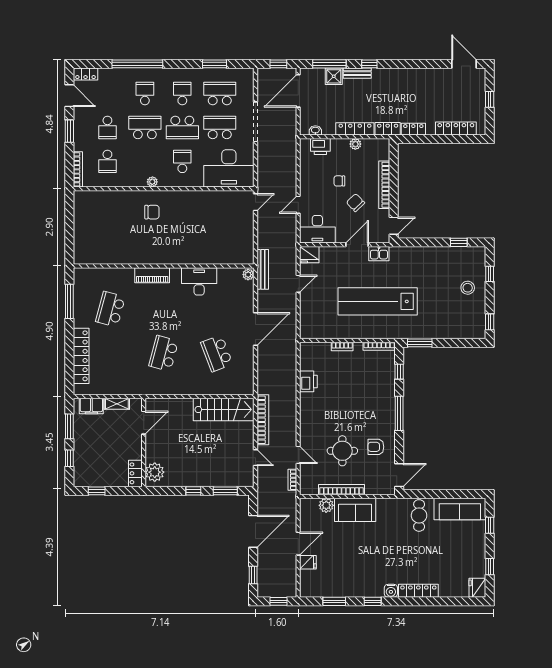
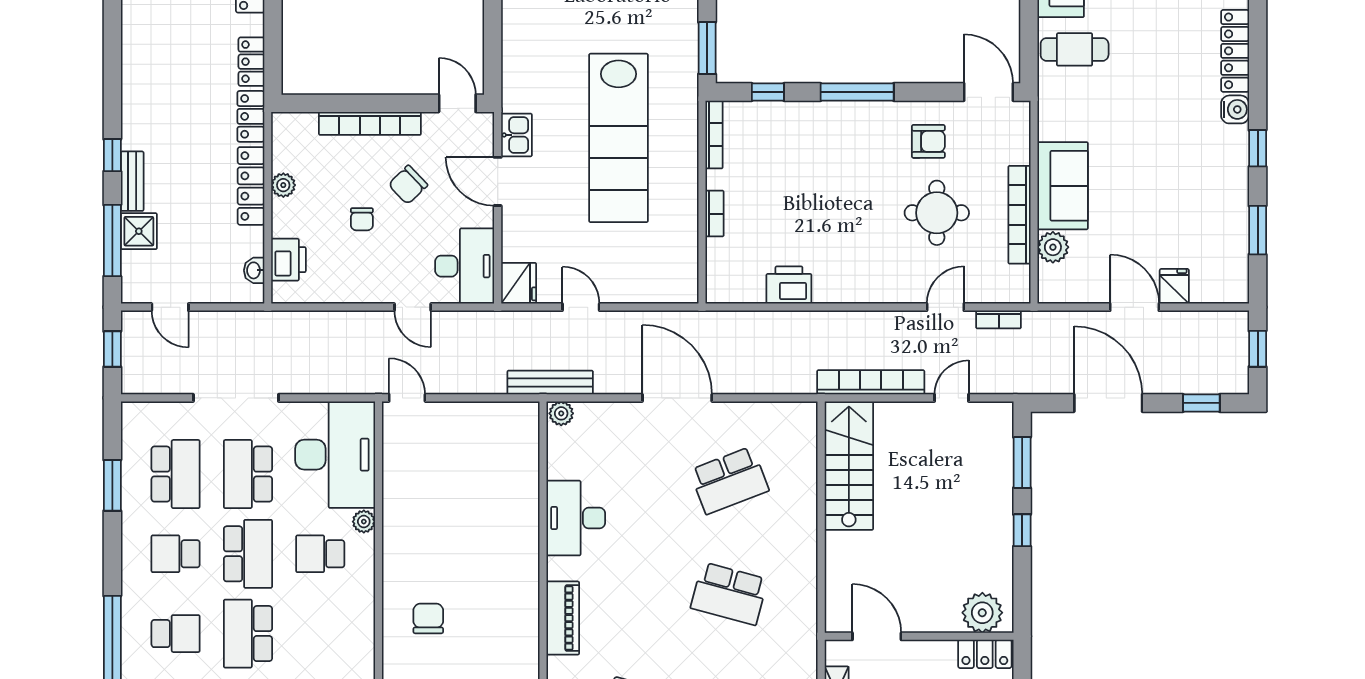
door: (298, 91) -> (170, 307), width x0.53
school desk: (145, 94) -> (176, 634), turned 180
school desk: (220, 94) -> (176, 474), turned 180
plant: (152, 182) -> (364, 522), moved
armchair: (376, 447) -> (928, 141), turned -90

